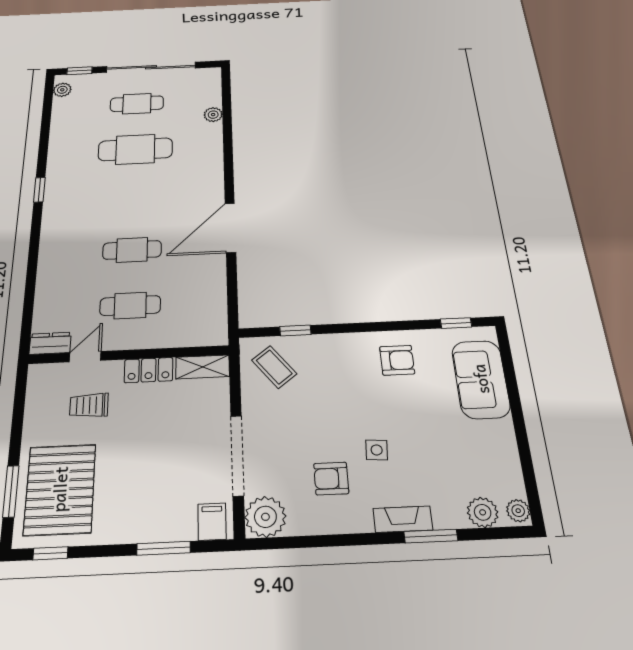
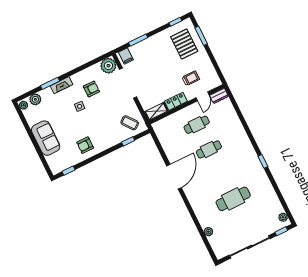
cafe table: (137, 104) -> (245, 224), removed
sofa: (481, 379) -> (46, 138), moved
pallet: (60, 489) -> (184, 44), width x0.73, depth x0.71

